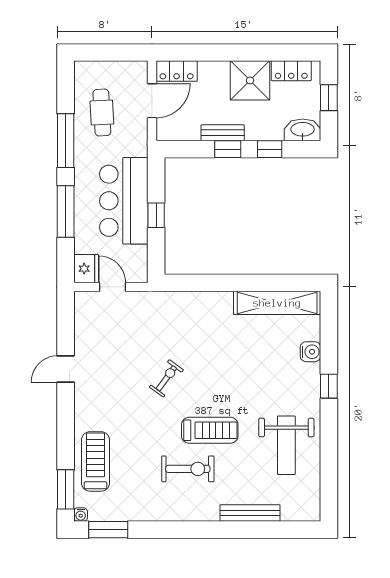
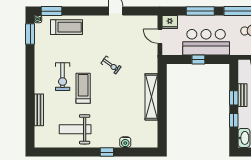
door: (112, 287) -> (160, 36), swing flipped
shelving: (277, 303) -> (151, 97), moved
treadmill: (210, 430) -> (83, 88), turned 180

